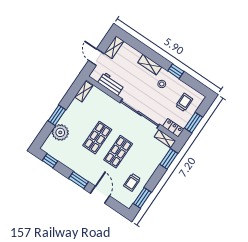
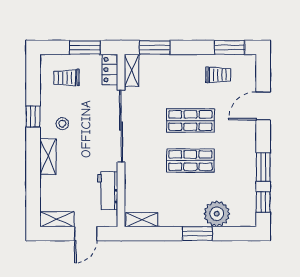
window: (79, 180) -> (263, 167), moved

